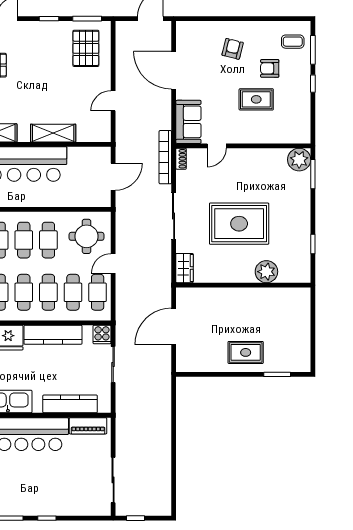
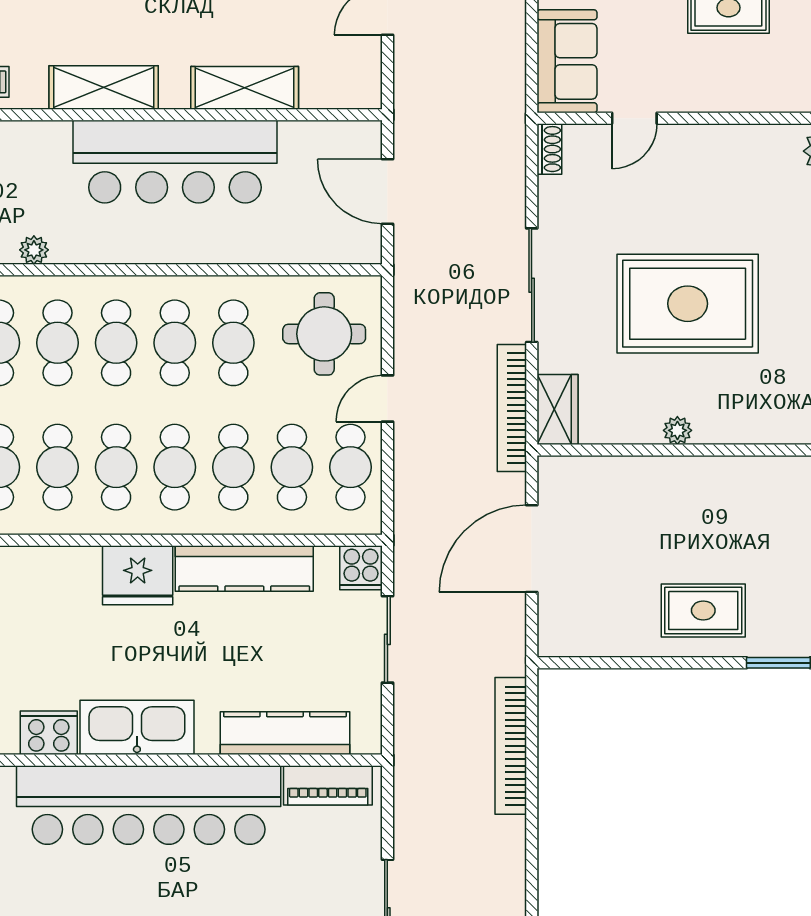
bookcase: (165, 157) -> (512, 408), moved
door: (113, 177) -> (387, 192), swing flipped
plant: (266, 272) -> (677, 430), moved, width x0.53, depth x0.53
bookcase: (165, 409) -> (511, 746), added

